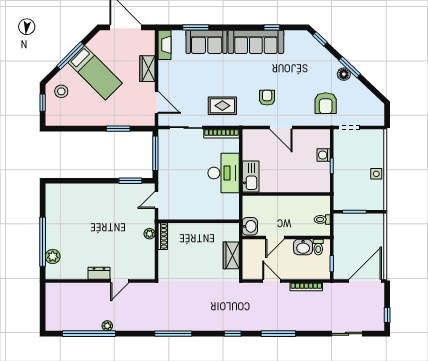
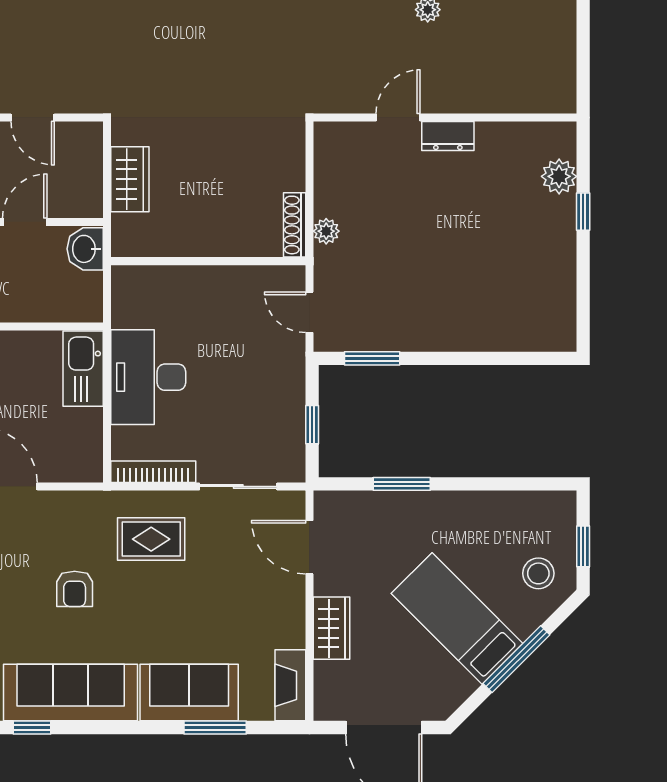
armchair: (267, 98) -> (75, 589), moved
window: (155, 153) -> (312, 425), width x0.46
door: (157, 200) -> (309, 312), swing flipped
window: (43, 242) -> (583, 212), width x0.32

